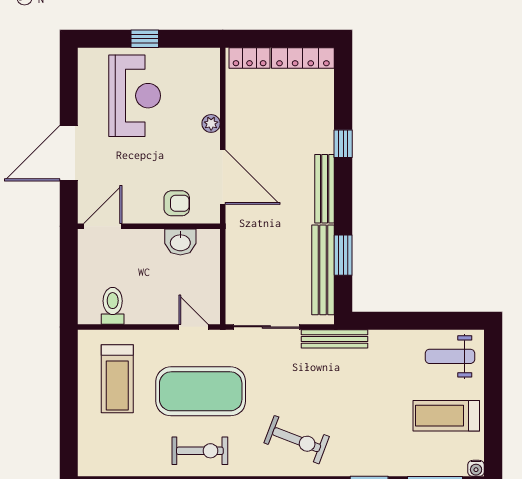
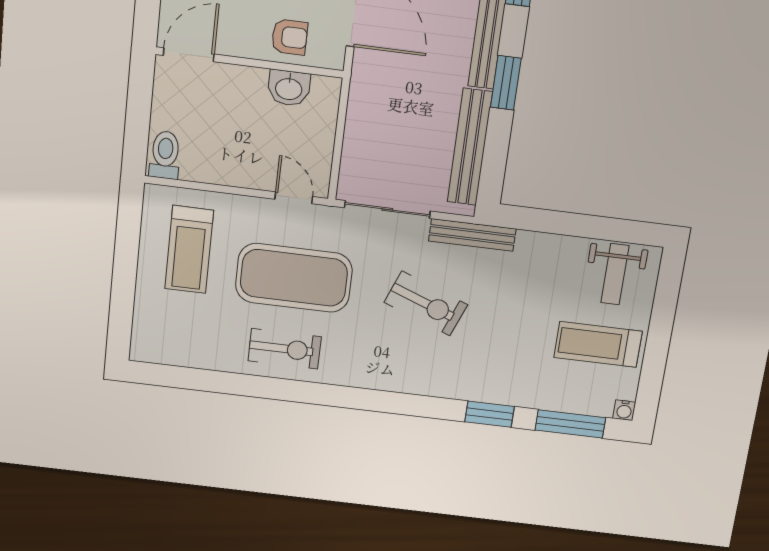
window: (343, 255) -> (506, 83), moved
toilet: (113, 306) -> (165, 155), moved
weight bench: (450, 356) -> (615, 274), turned -90
exercise bike: (297, 440) -> (426, 303), moved

